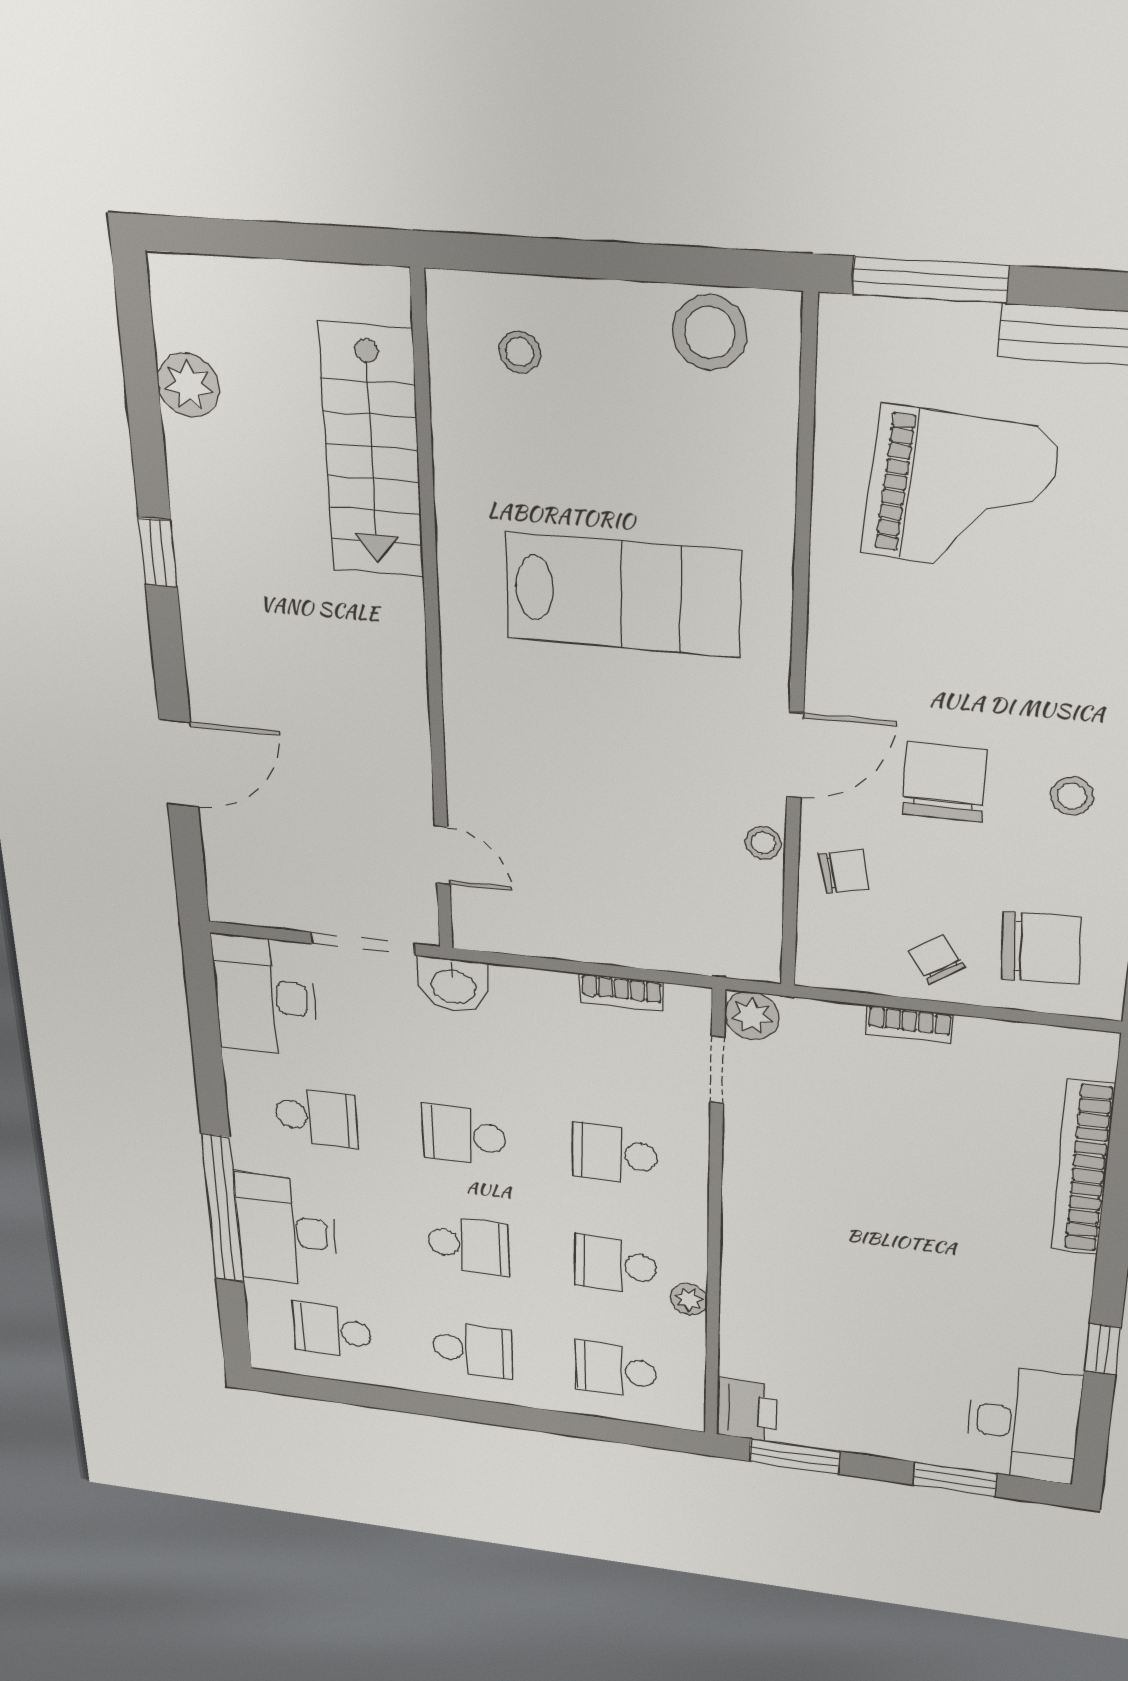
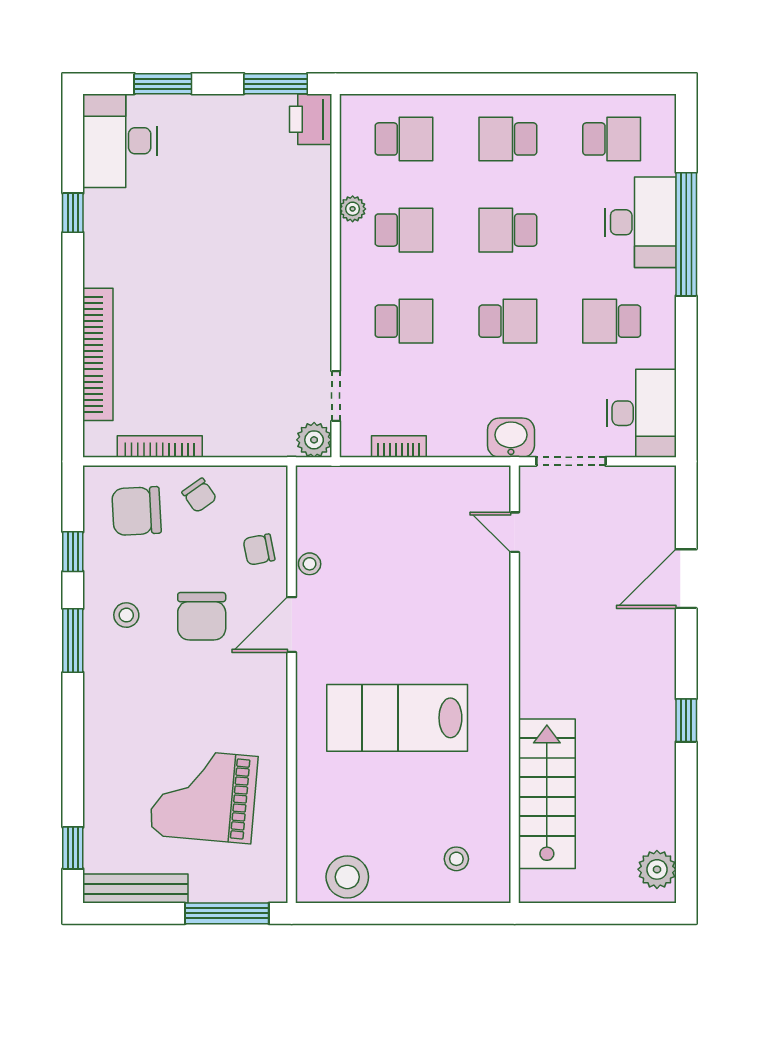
plant: (188, 385) -> (657, 869), moved
bookcase: (909, 1024) -> (160, 447), moved, width x1.56

